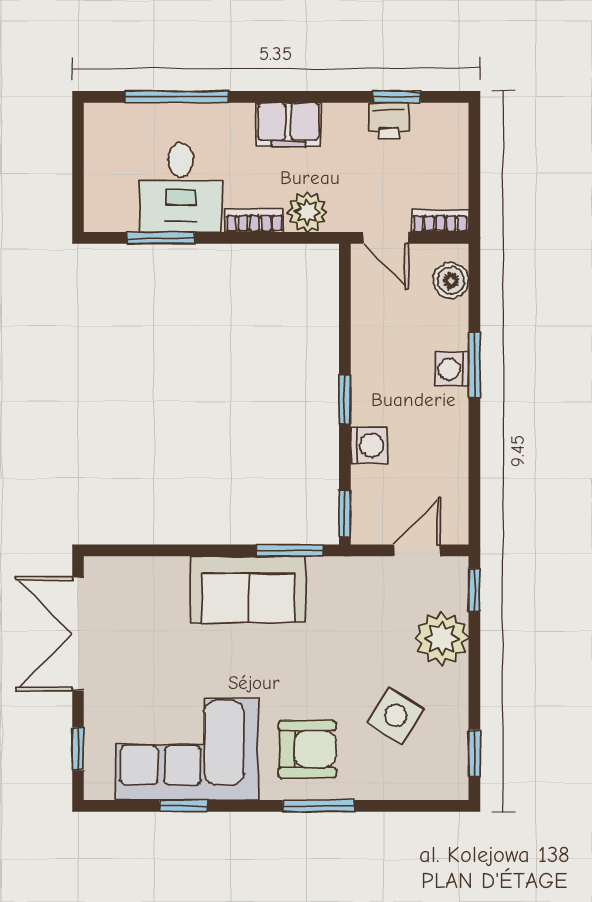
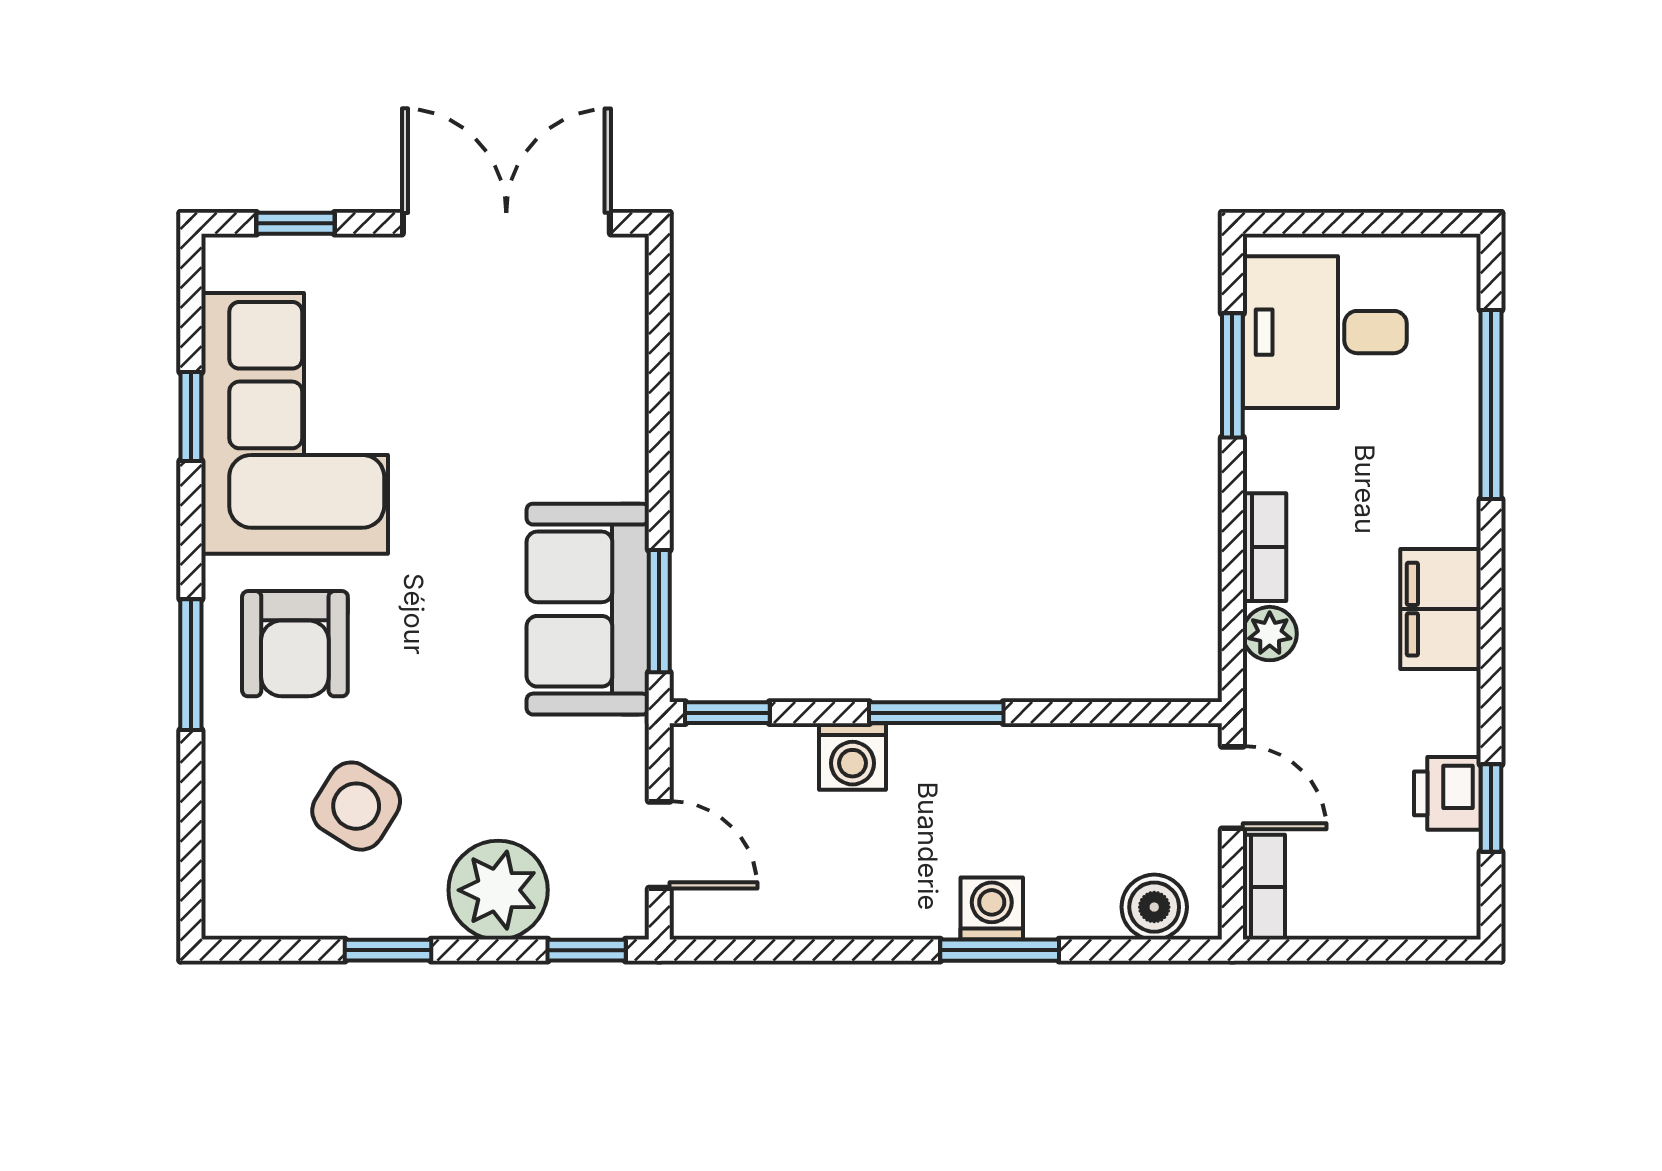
desk: (181, 188) -> (1325, 332), moved
plant: (307, 212) -> (1270, 634), width x0.73, depth x0.73
door: (386, 238) -> (1232, 788), swing flipped
window: (345, 399) -> (936, 713), width x1.50
sofa: (248, 589) -> (588, 609), moved
window: (474, 753) -> (388, 950), moved

